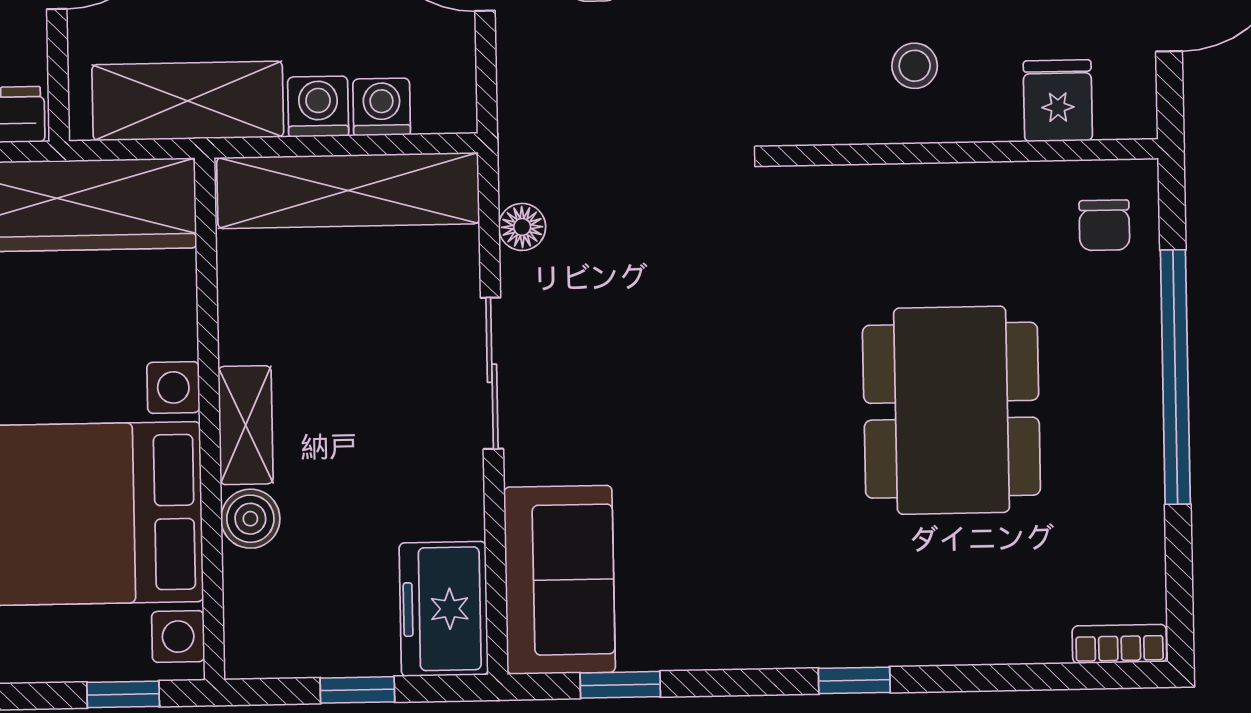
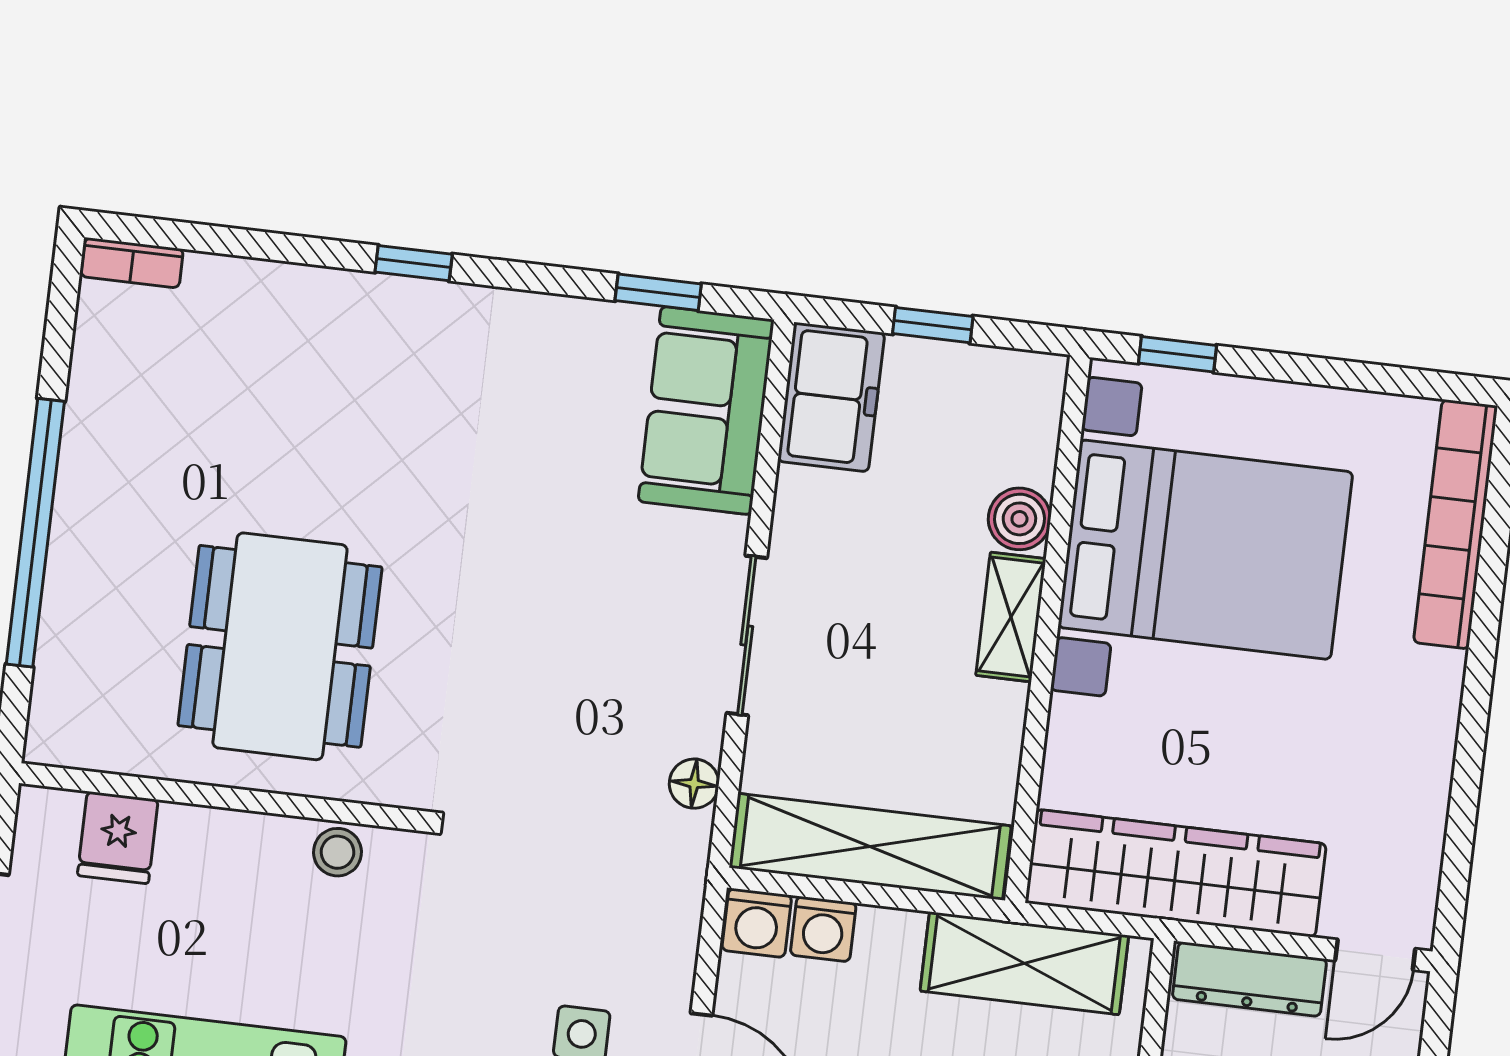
stool: (915, 66) -> (338, 852), moved
washing machine: (318, 106) -> (757, 923), moved
chair: (1104, 225) -> (87, 701), removed
dining table: (951, 410) -> (280, 646), moved

